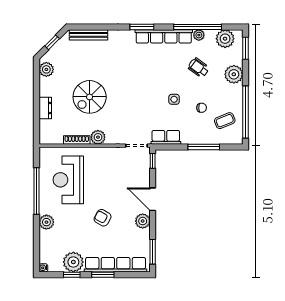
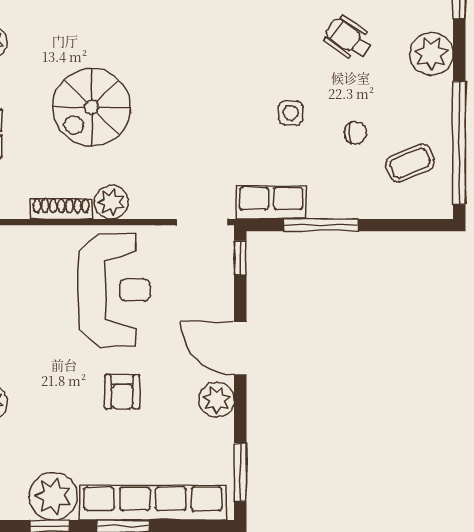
window: (204, 147) -> (321, 225), moved
reception desk: (68, 180) -> (114, 290), moved, turned 180
armchair: (103, 218) -> (122, 392), turned -119

